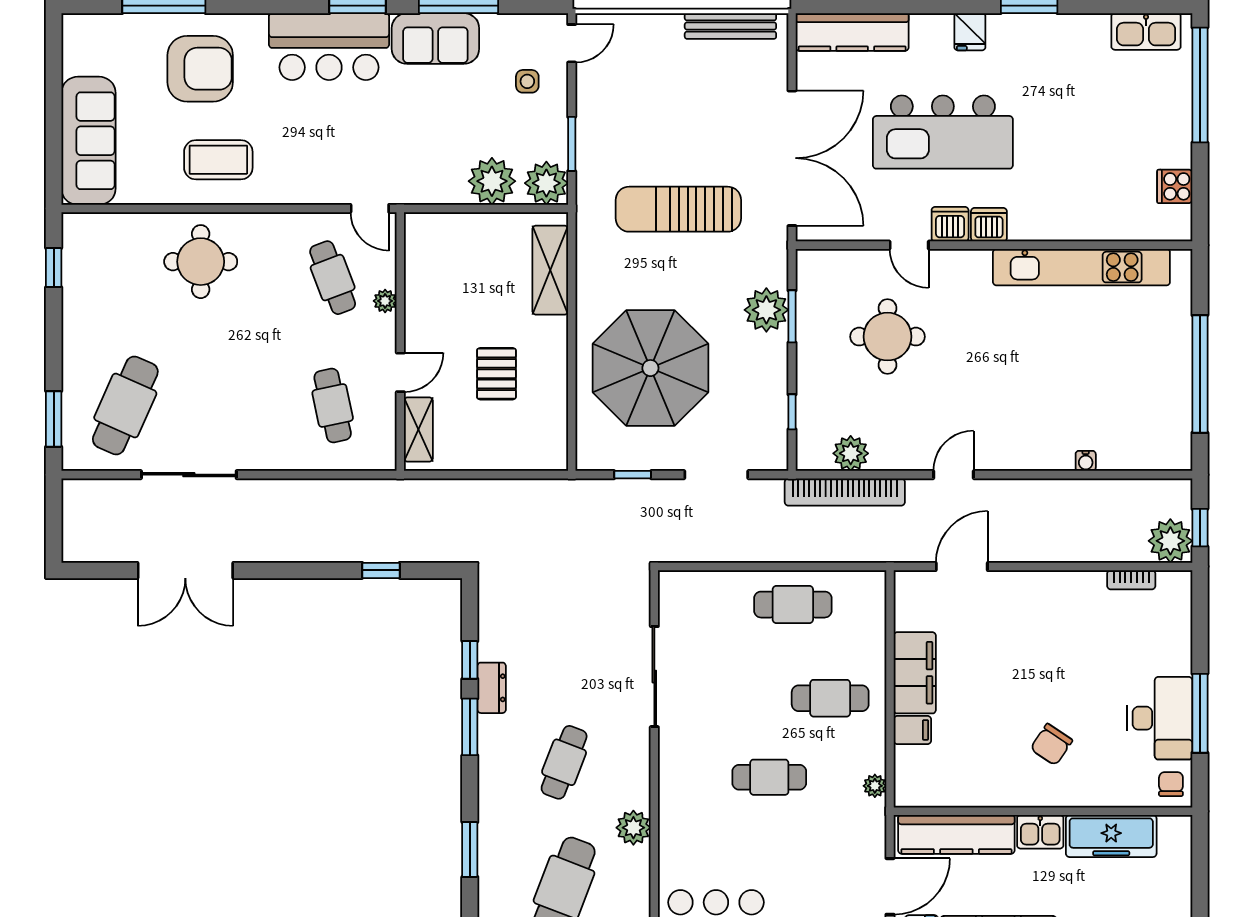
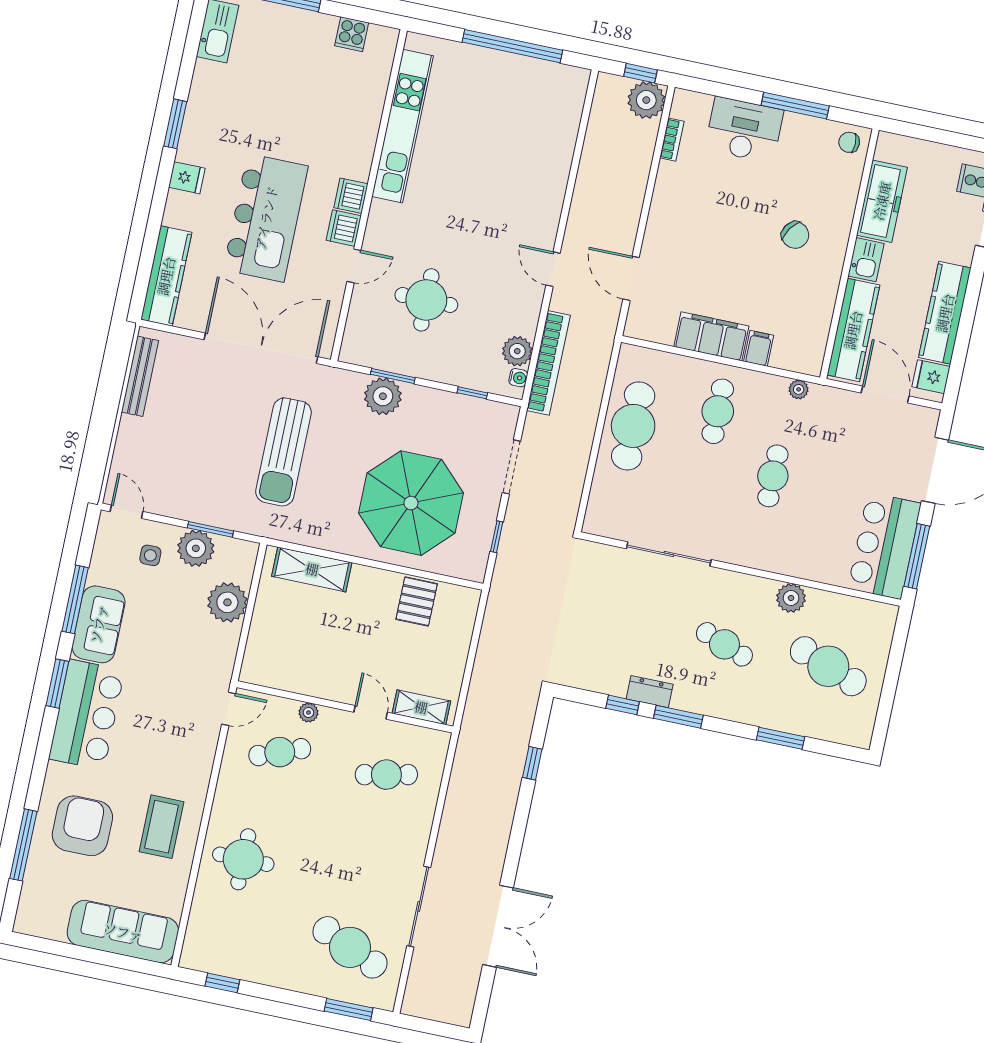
plant: (546, 183) -> (196, 548), moved
pallet: (496, 374) -> (417, 601), moved, turned 90
water cooler: (1086, 461) -> (518, 378), moved
cafe table: (793, 605) -> (633, 426), width x1.37, depth x1.35
desk: (1160, 718) -> (744, 130), moved

